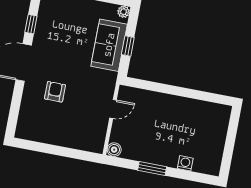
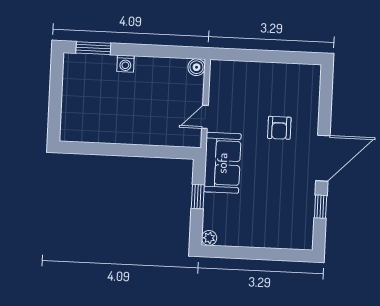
sofa: (109, 45) -> (222, 163), moved
washing machine: (185, 163) -> (125, 64), moved
window: (152, 169) -> (93, 48), moved

